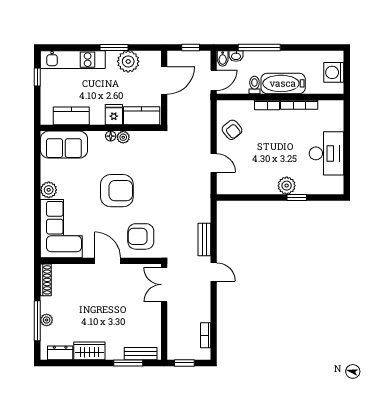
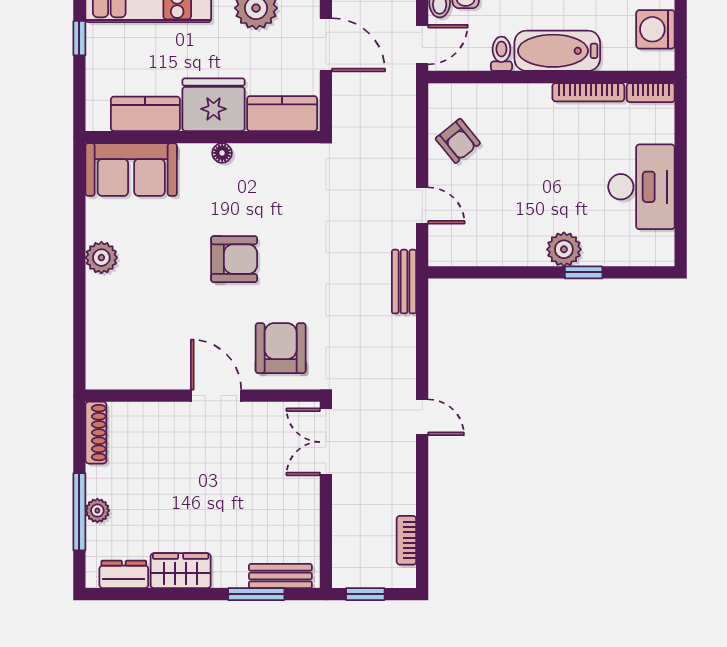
door: (164, 80) -> (326, 45), hinge flipped
bookcase: (267, 105) -> (651, 93), moved
fridge: (114, 115) -> (214, 105), width x1.88, depth x1.34
plant: (123, 137) -> (246, 155), removed
armchair: (117, 191) -> (234, 259), width x0.73, depth x0.73
corner sofa: (61, 229) -> (126, 333), removed
armchair: (141, 236) -> (281, 348), turned 90
bench: (204, 239) -> (404, 282), moved

